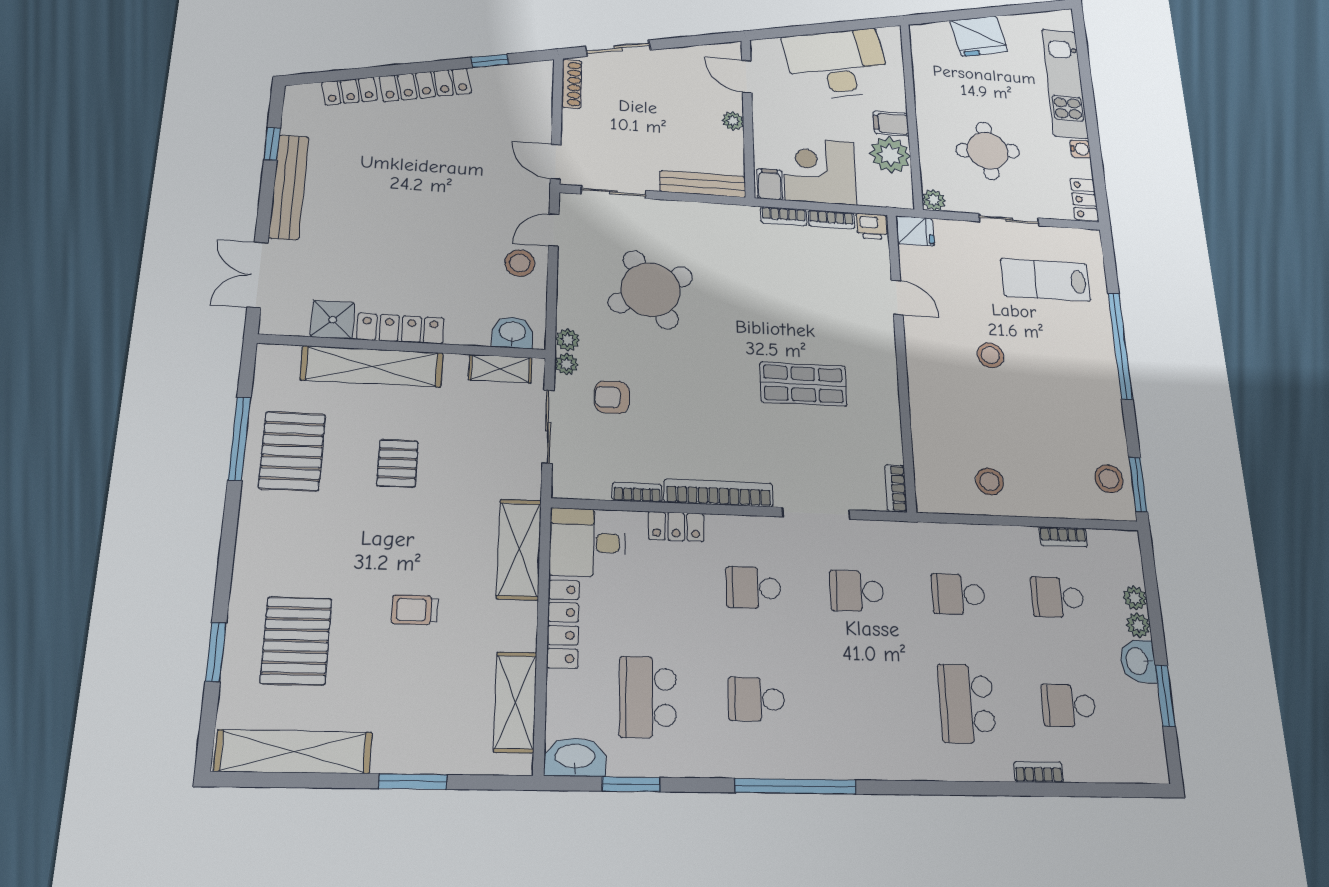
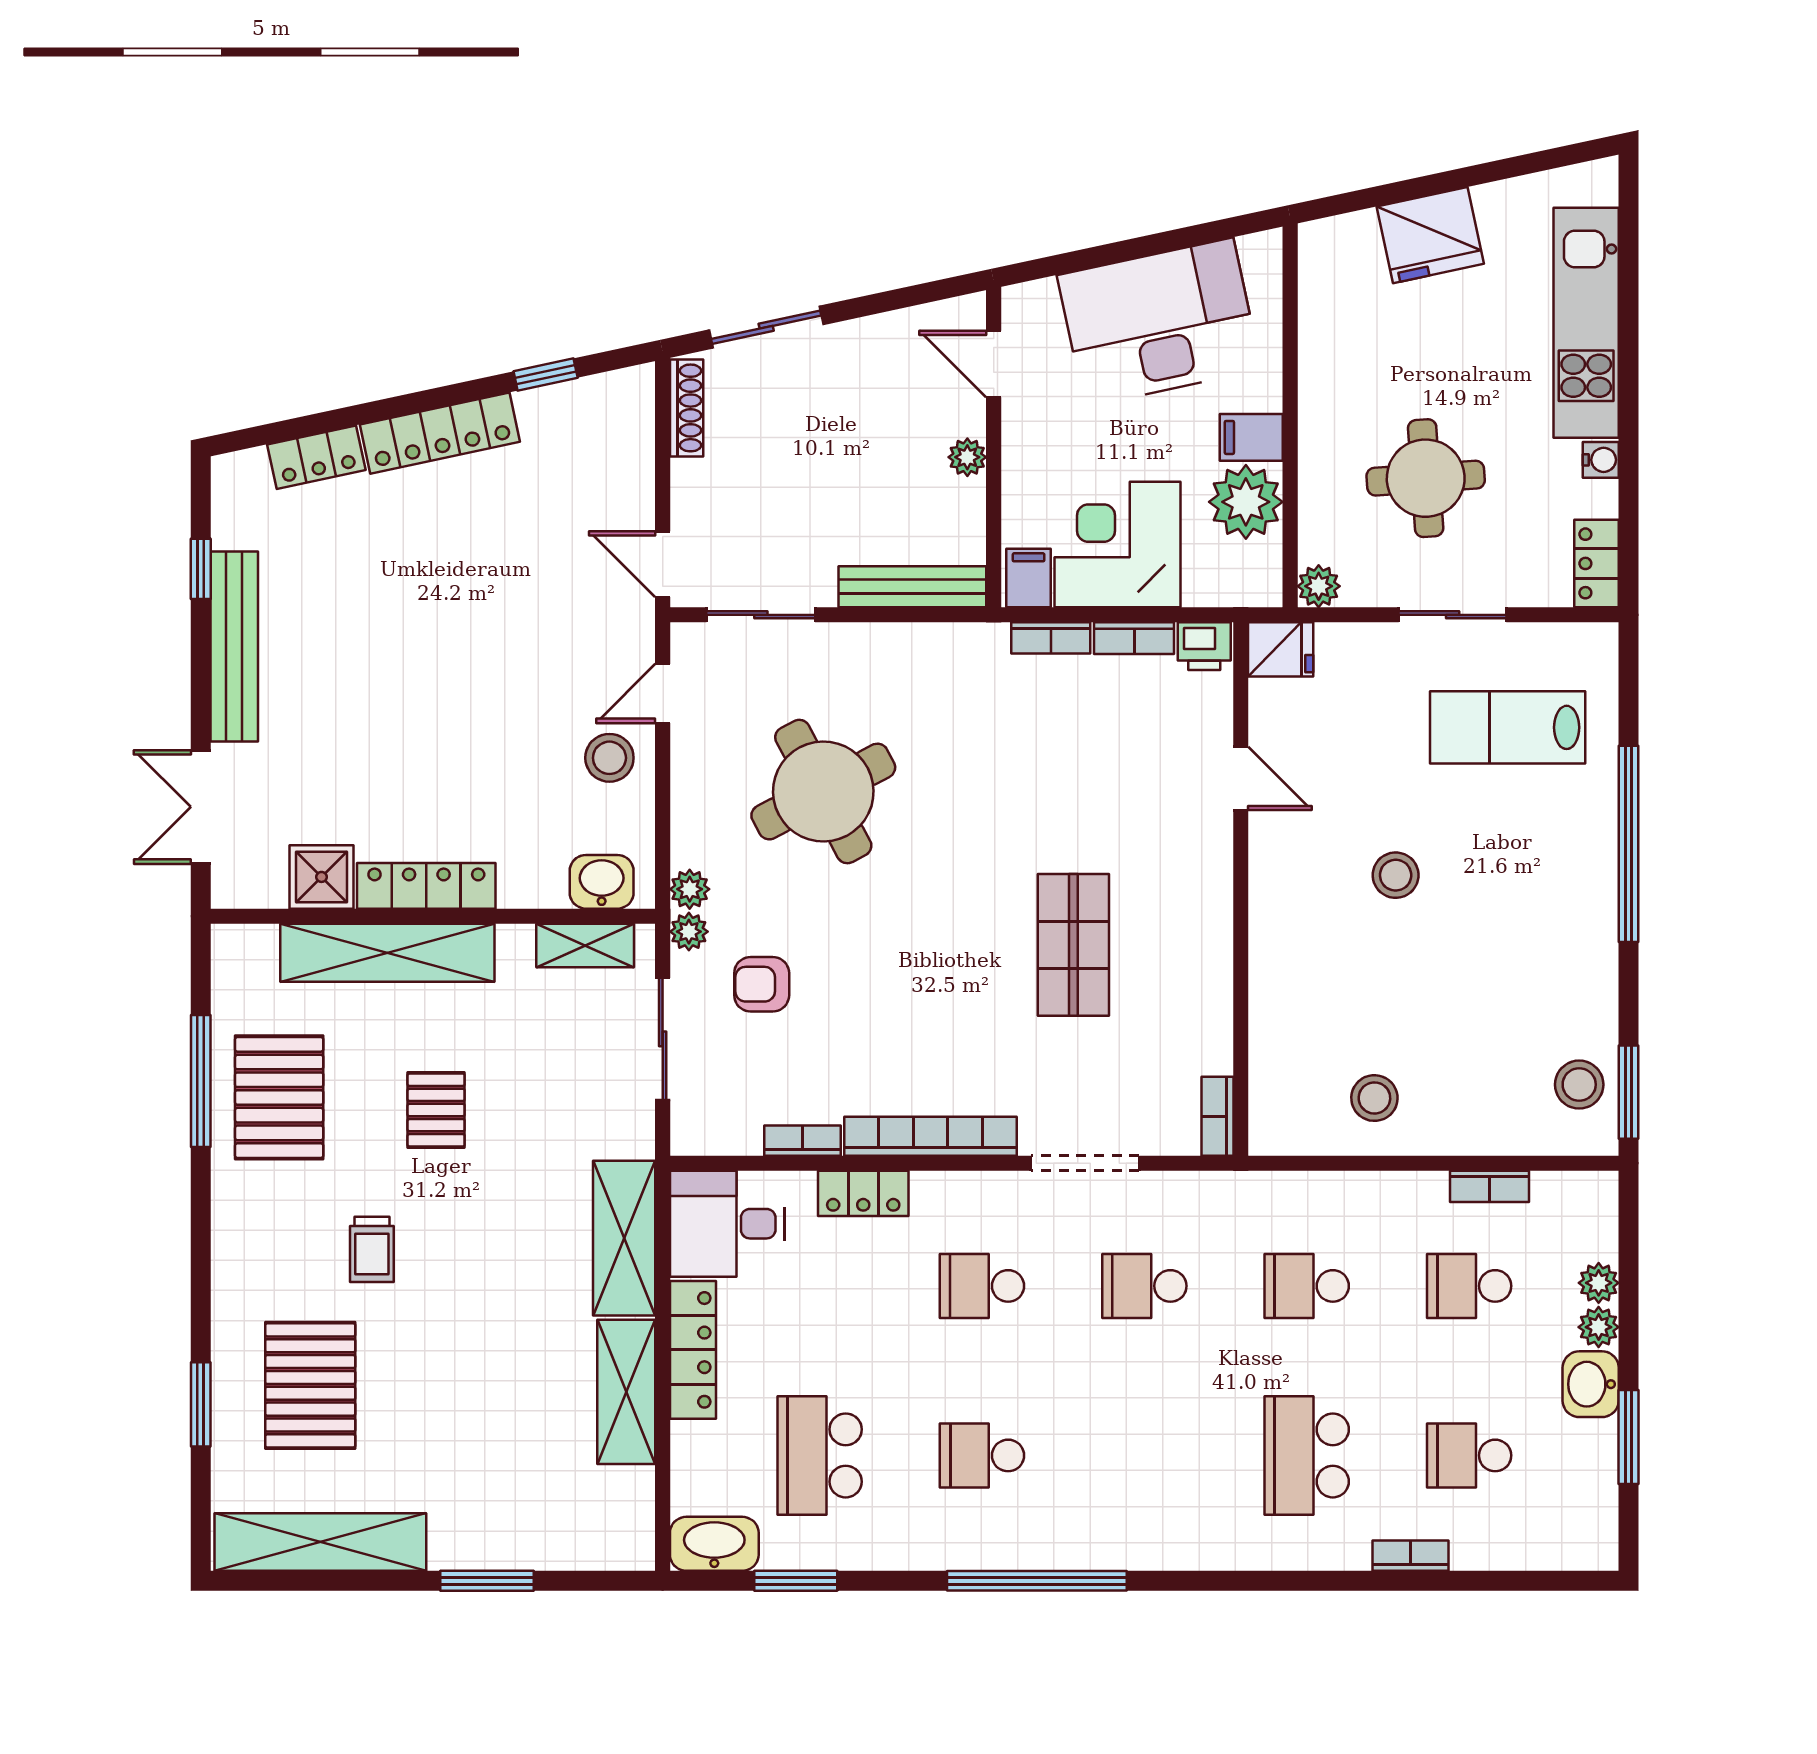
shop shelf: (803, 384) -> (1073, 945), turned 90
trolley: (415, 610) -> (372, 1249), moved, turned -90
shelving: (515, 702) -> (626, 1392), moved

